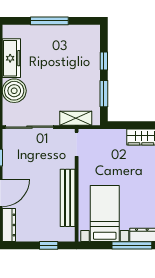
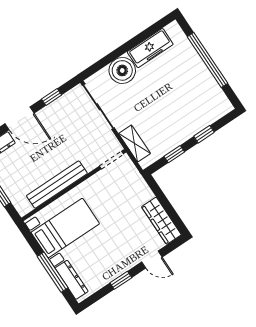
window: (49, 21) -> (208, 60), width x1.46
window: (104, 94) -> (174, 154), width x0.67

